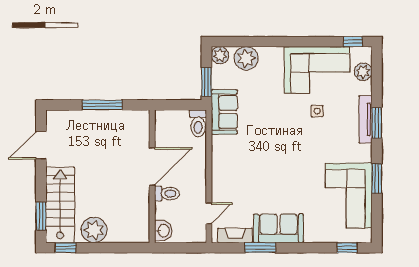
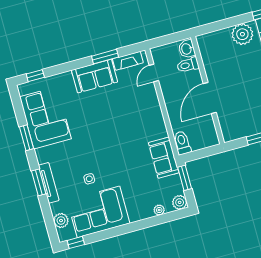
plant: (246, 58) -> (159, 210), width x0.53, depth x0.53
toilet: (167, 194) -> (188, 65), moved

